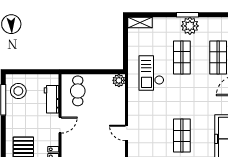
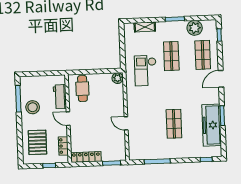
shelving: (140, 23) -> (145, 27), moved
plant: (190, 26) -> (195, 28), moved
stool: (18, 91) -> (33, 107), moved
door: (60, 125) -> (68, 119), swing flipped

